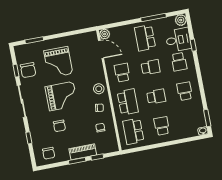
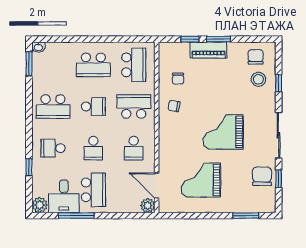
desk: (178, 40) -> (64, 196), moved, turned -90
grand piano: (58, 62) -> (201, 180), moved, turned -90
school desk: (179, 62) -> (53, 148), turned -90
school desk: (151, 67) -> (93, 148), turned -90
stool: (99, 89) -> (258, 79), moved
school desk: (185, 91) -> (53, 106), width x1.85
school desk: (156, 97) -> (93, 106), turned 180
school desk: (128, 102) -> (134, 106), turned 90
chair: (59, 126) -> (234, 92), removed
school desk: (162, 126) -> (93, 65), width x1.85

